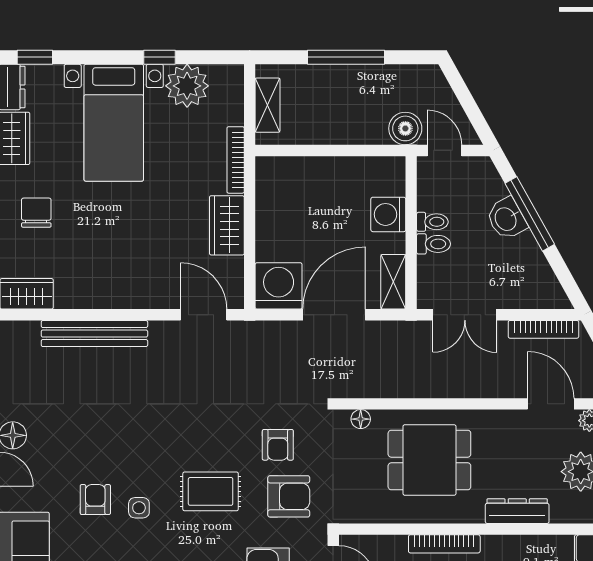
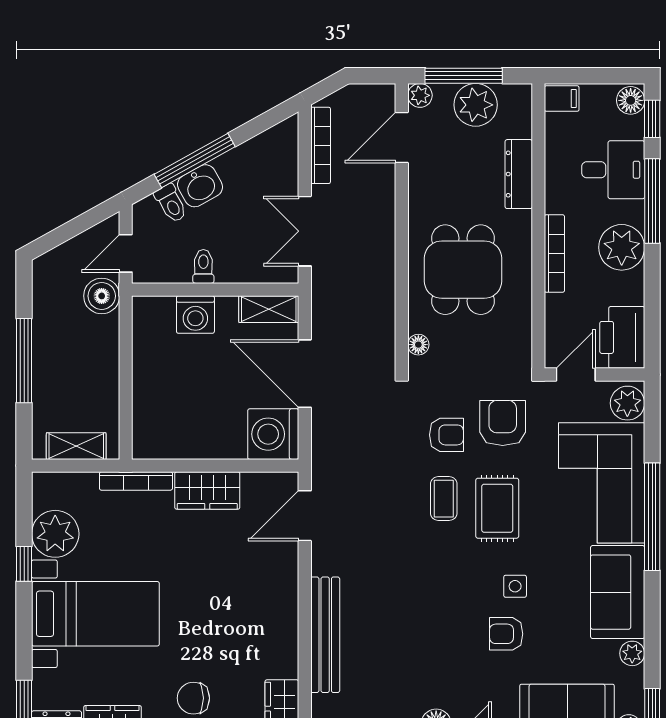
toilet: (434, 244) -> (171, 203), moved, turned 151
double door: (465, 315) -> (305, 231), swing flipped
coffee table: (219, 442) -> (444, 499), added

